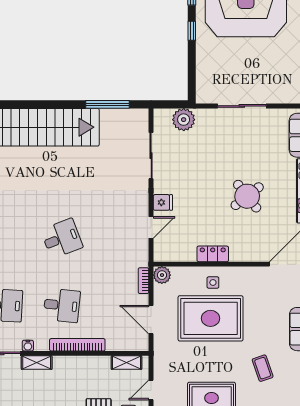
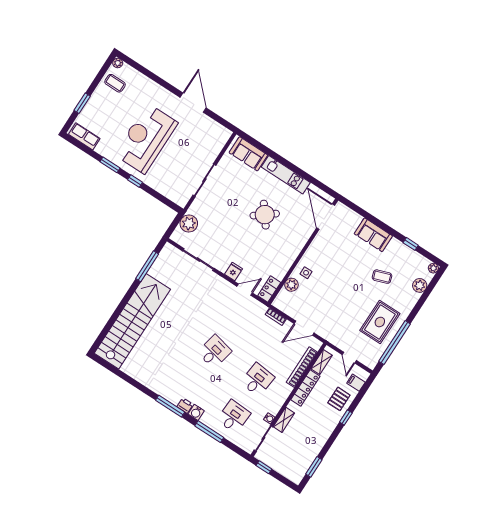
door: (151, 227) -> (245, 290), hinge flipped
desk: (62, 238) -> (214, 352), turned 33
locker: (213, 254) -> (269, 289), moved
plant: (162, 275) -> (291, 285), moved
rug: (211, 318) -> (328, 289), removed
bookcase: (77, 345) -> (302, 367), moved
locker: (87, 363) -> (305, 388), added

